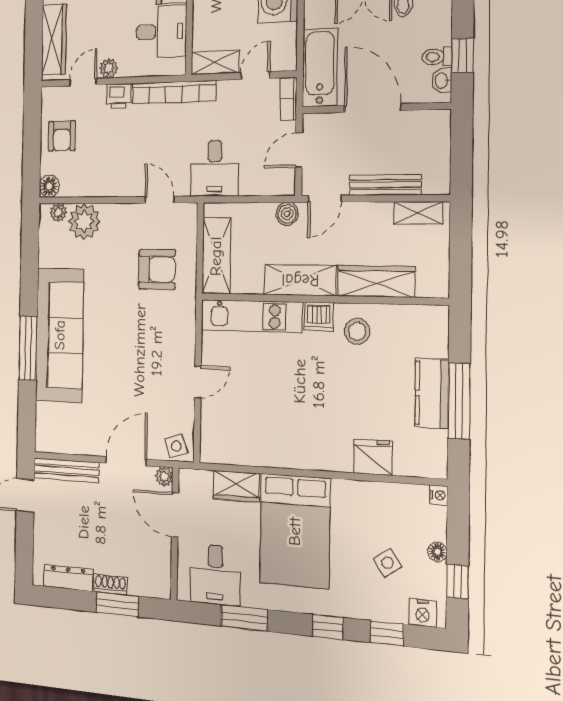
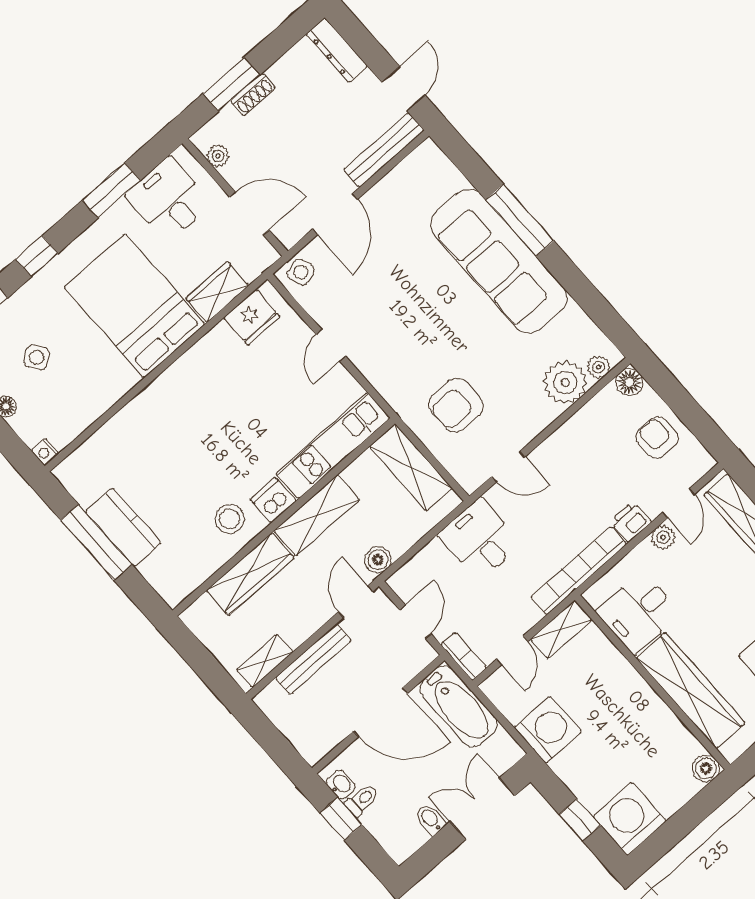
fridge: (373, 457) -> (252, 317), moved
plant: (164, 476) -> (218, 156), moved
dresser: (68, 578) -> (337, 50), moved, turned 90

